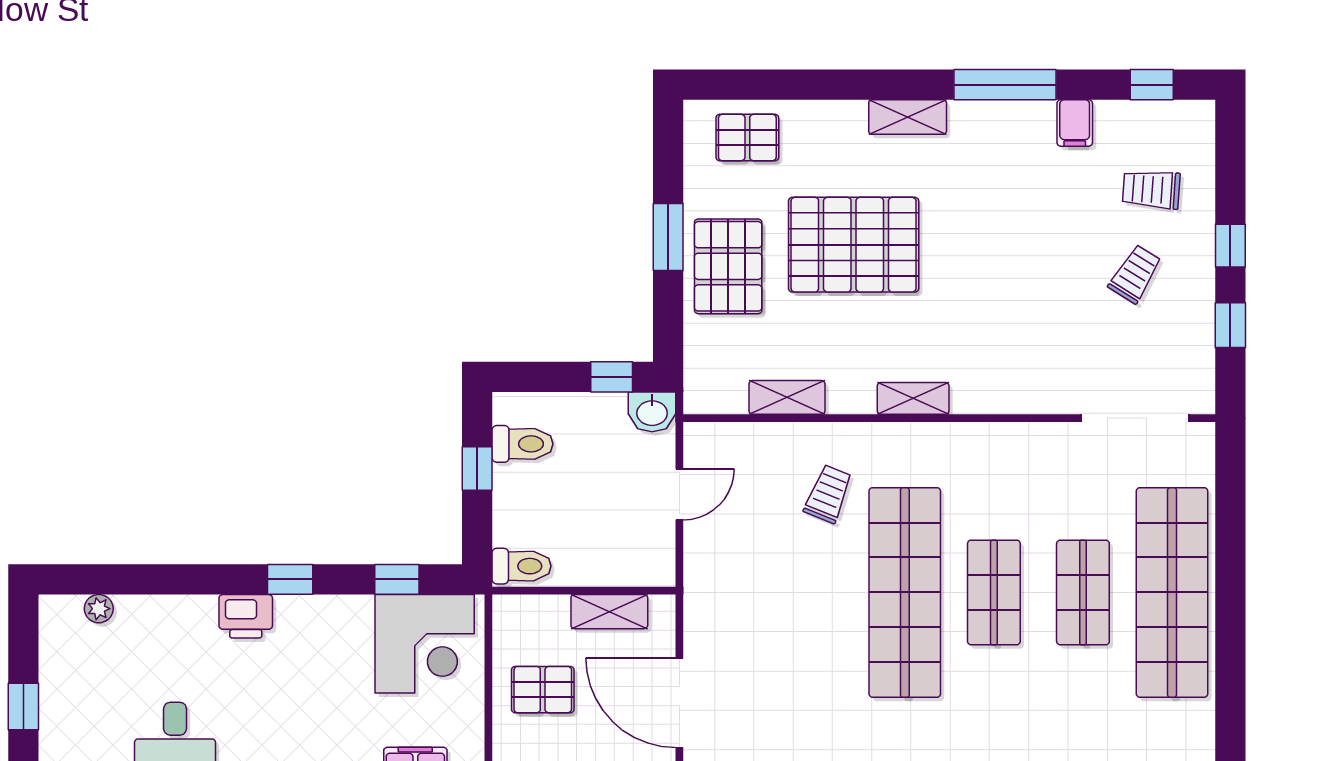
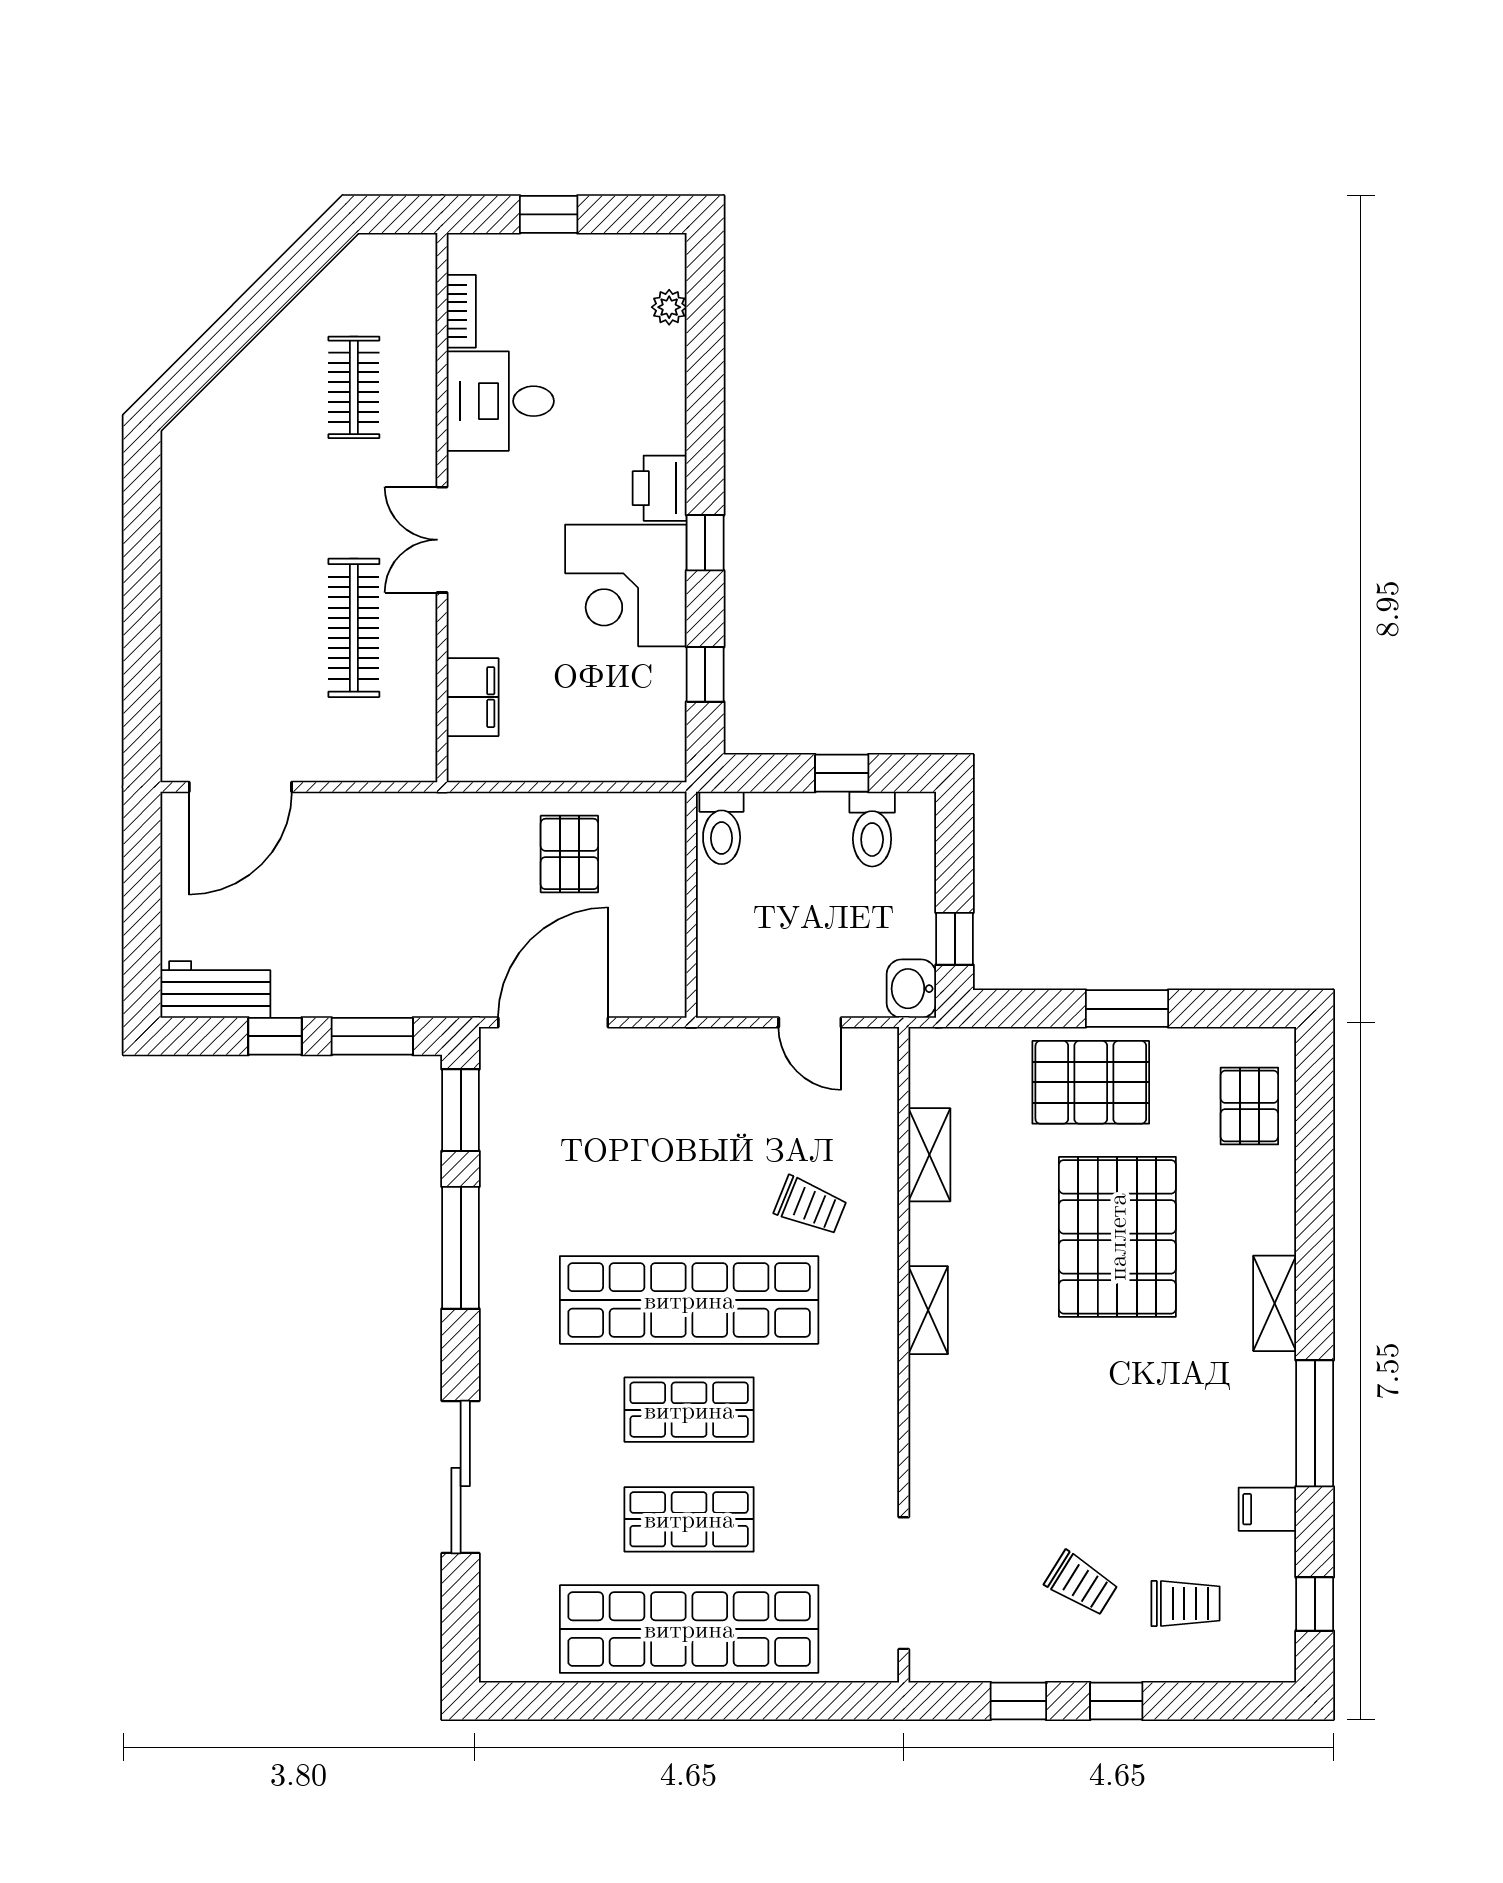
trolley: (1151, 189) -> (1185, 1604), turned 86
shelving: (609, 612) -> (666, 936), removed
corner desk: (425, 644) -> (626, 585), moved

